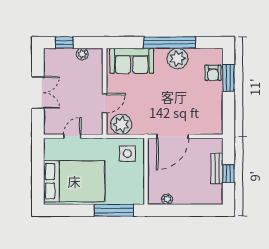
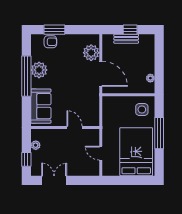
double door: (38, 93) -> (54, 180), moved
plant: (121, 124) -> (91, 53), moved
side table: (127, 154) -> (142, 109), moved
window: (114, 210) -> (159, 133), moved

